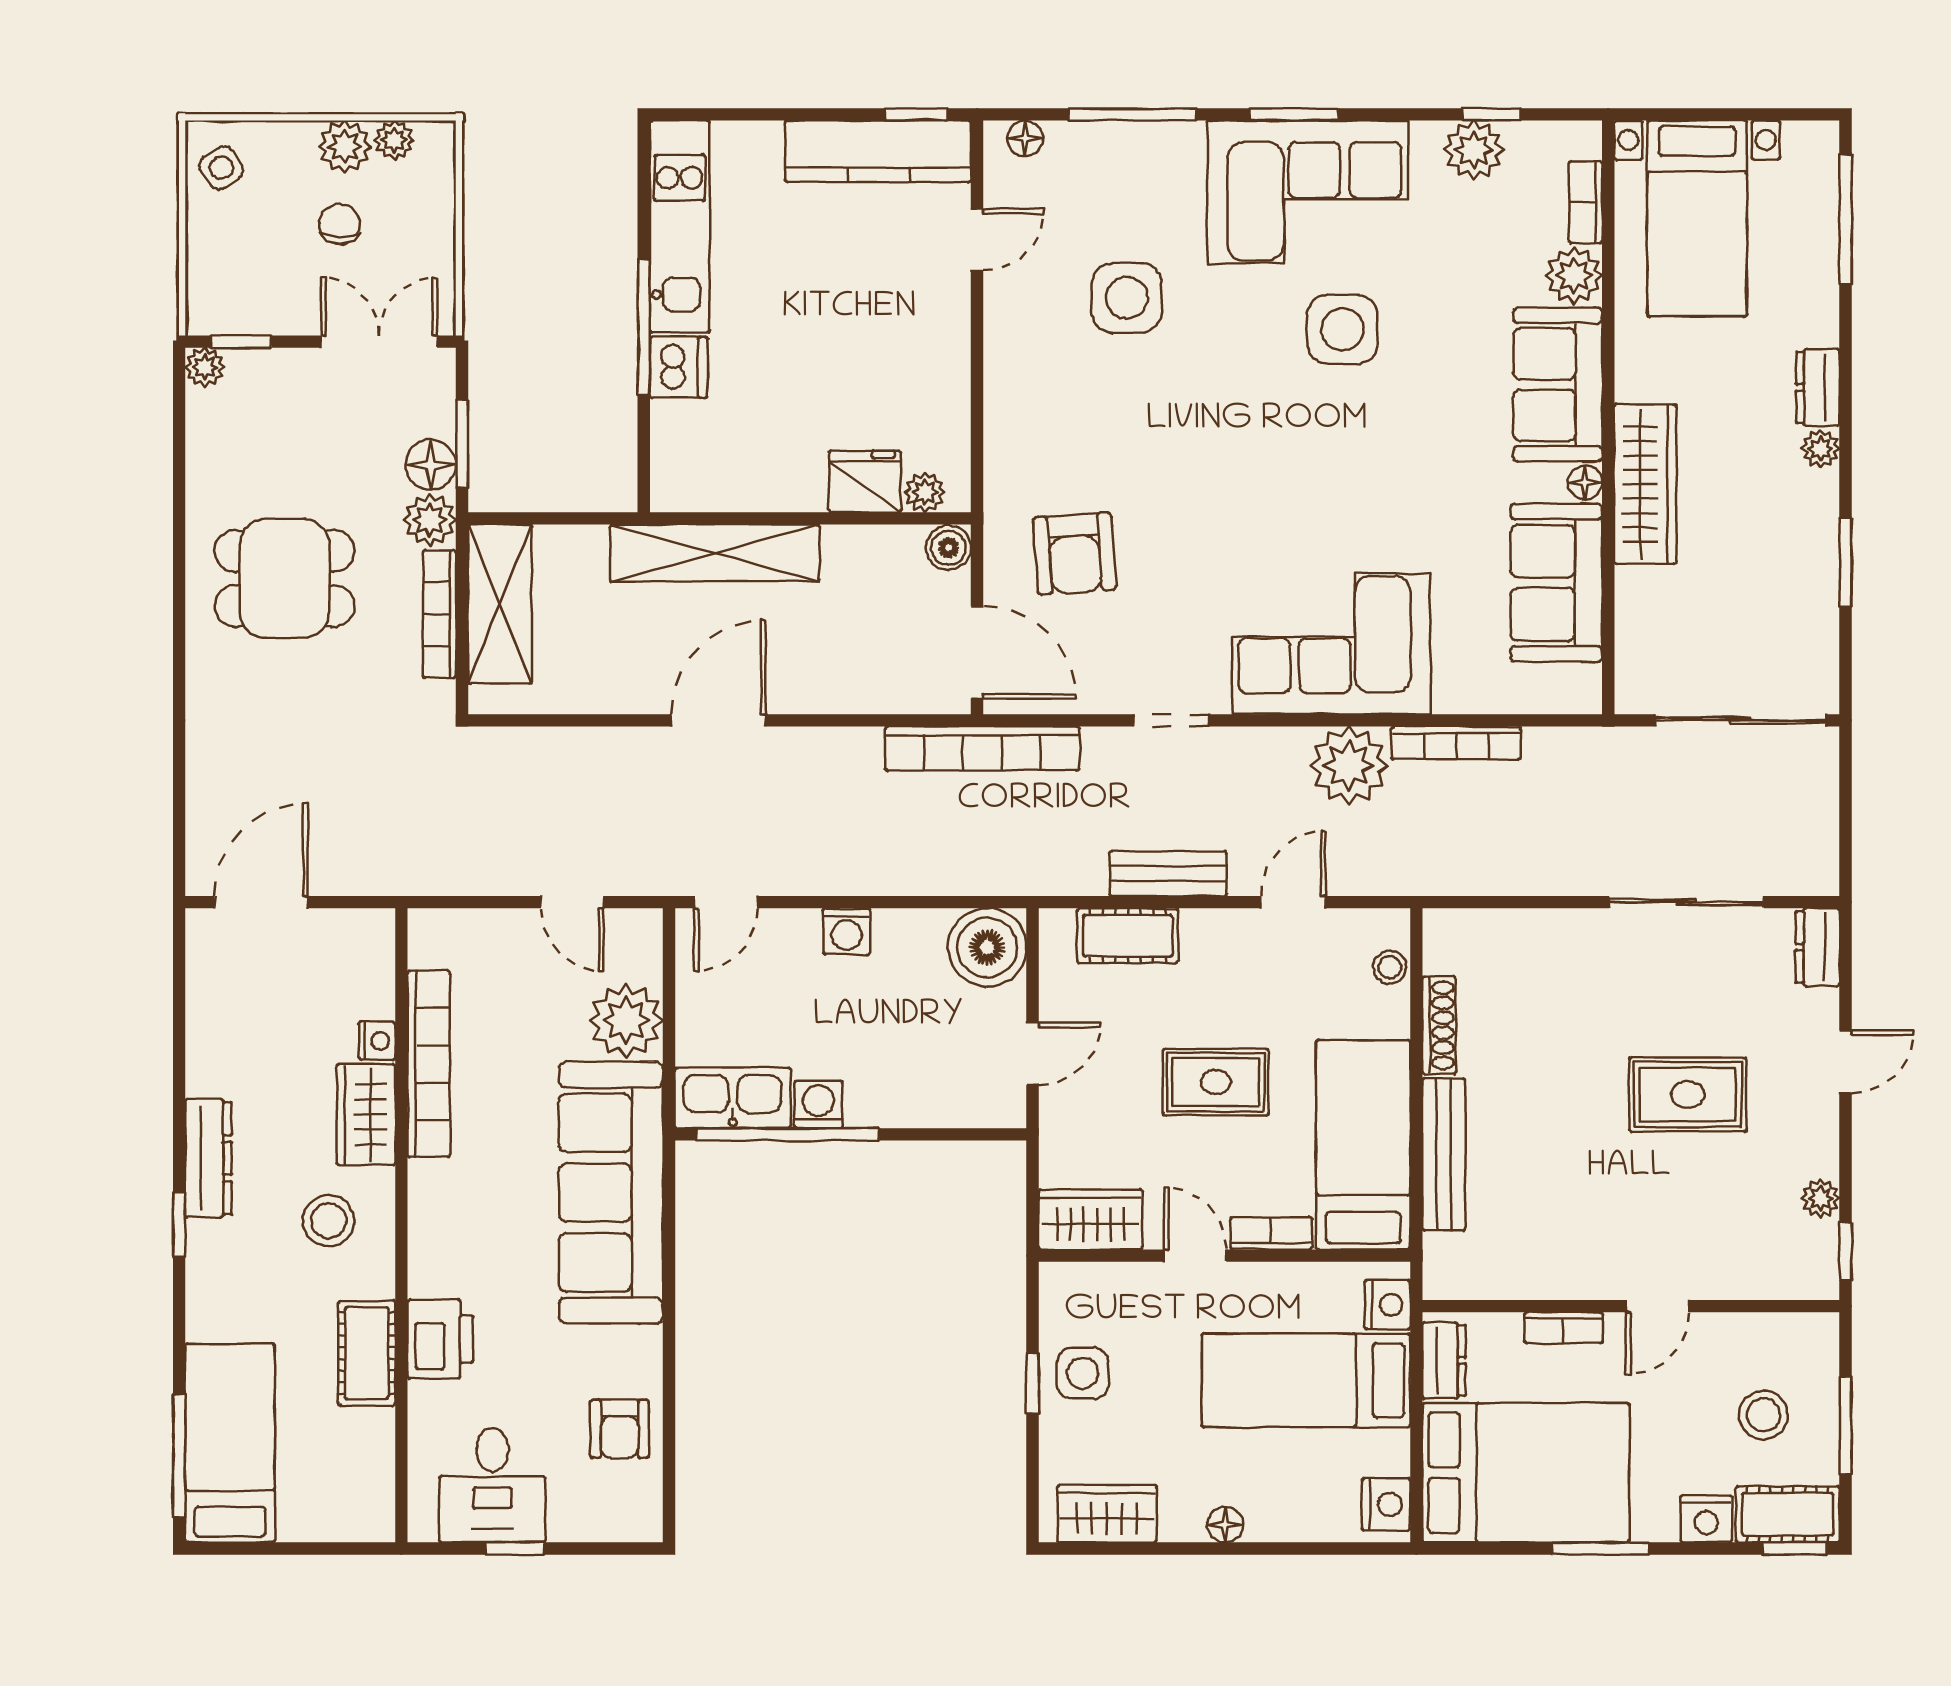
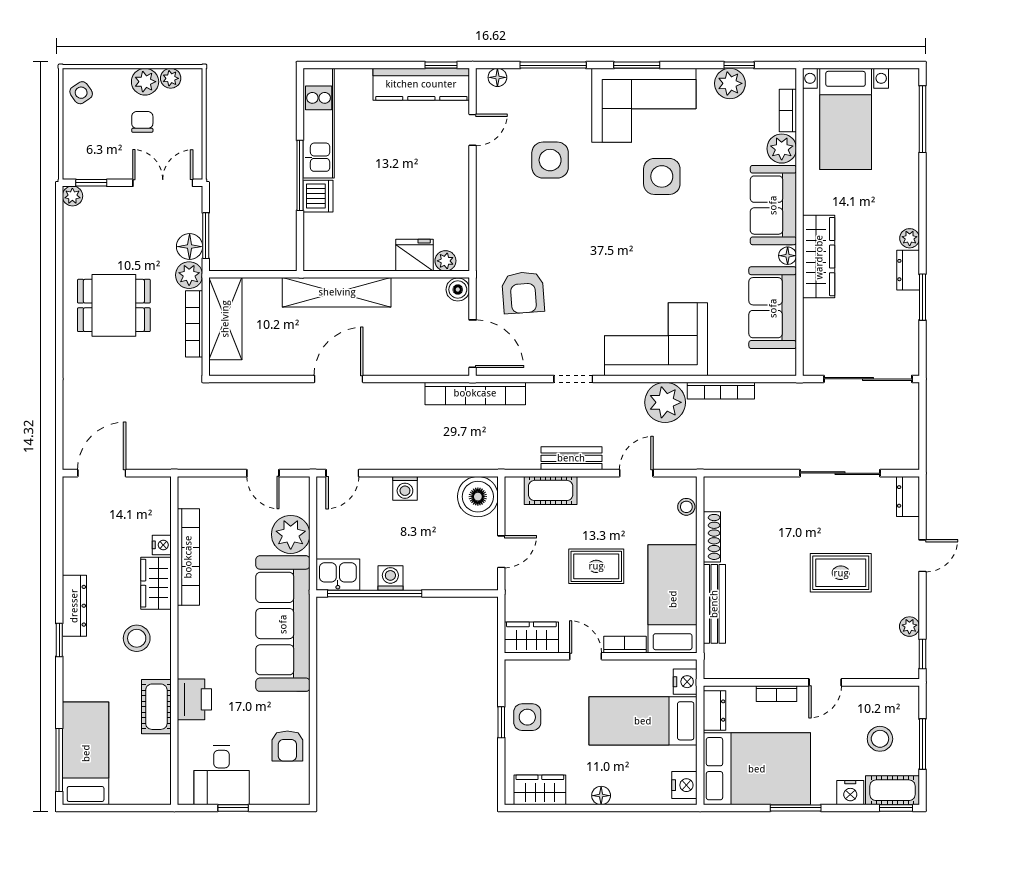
dresser: (1818, 387) -> (908, 270), moved
kitchen sink: (733, 1098) -> (338, 575), width x0.73

